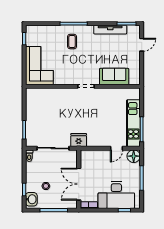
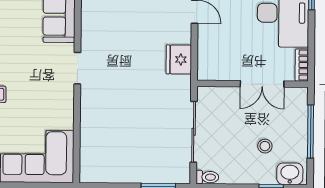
fridge: (79, 140) -> (179, 59), moved
double door: (79, 184) -> (262, 84), width x0.73

